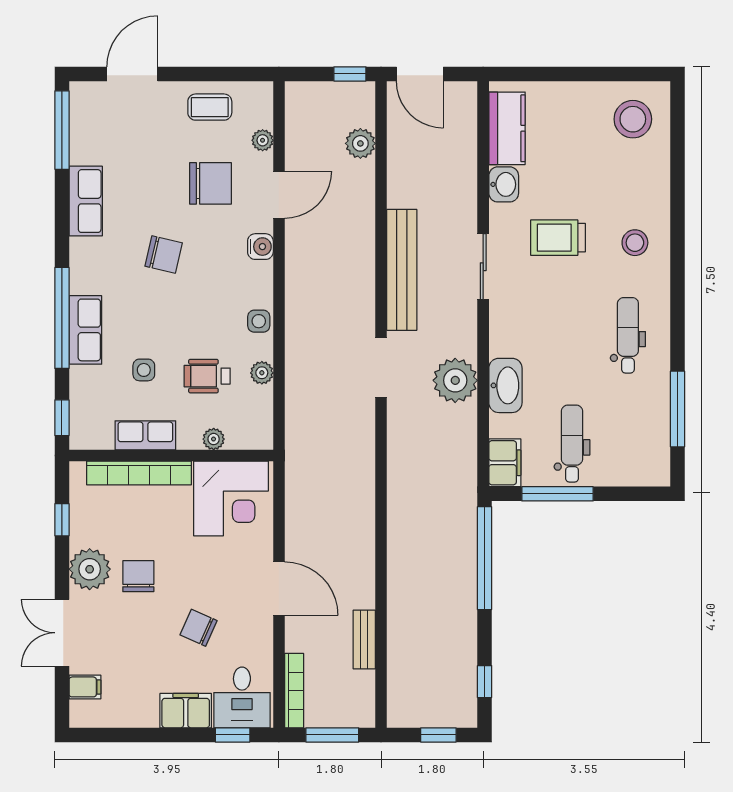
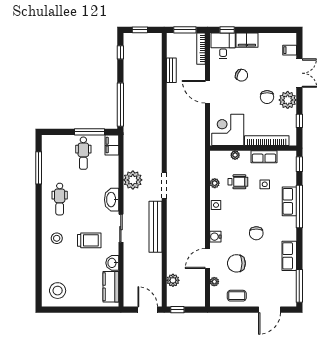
chair: (164, 254) -> (256, 233), turned -103
washbasin: (505, 385) -> (112, 200), moved

